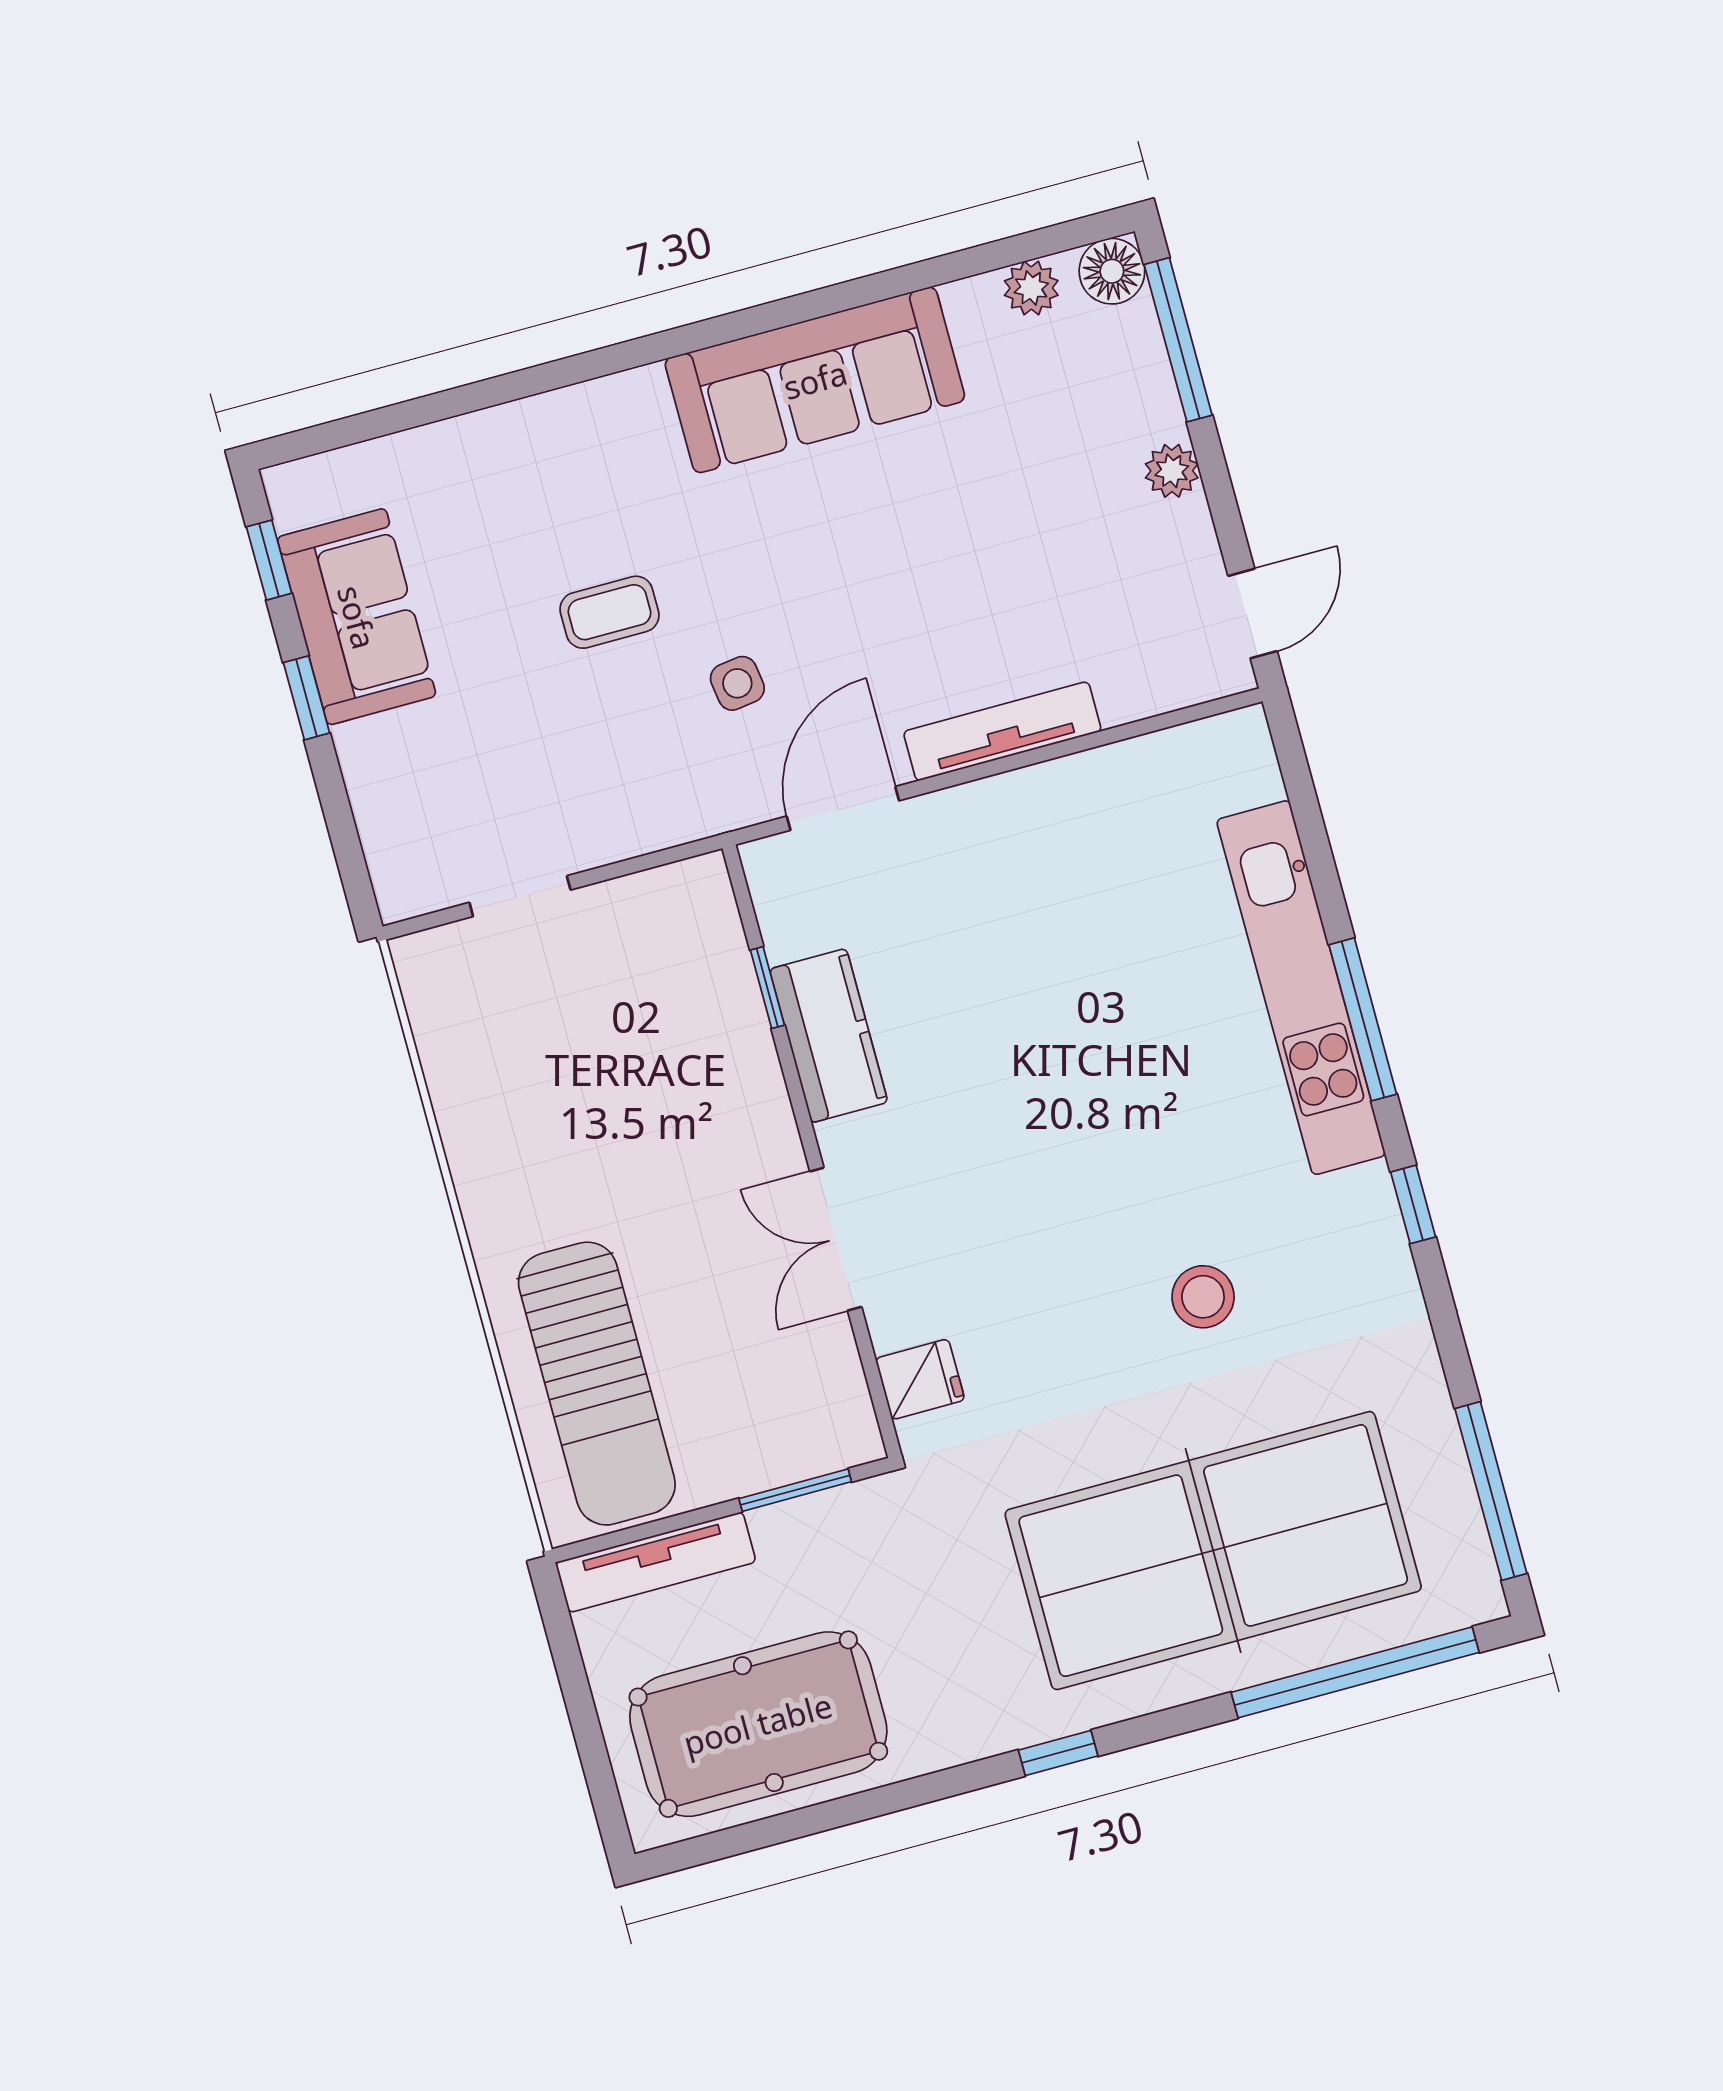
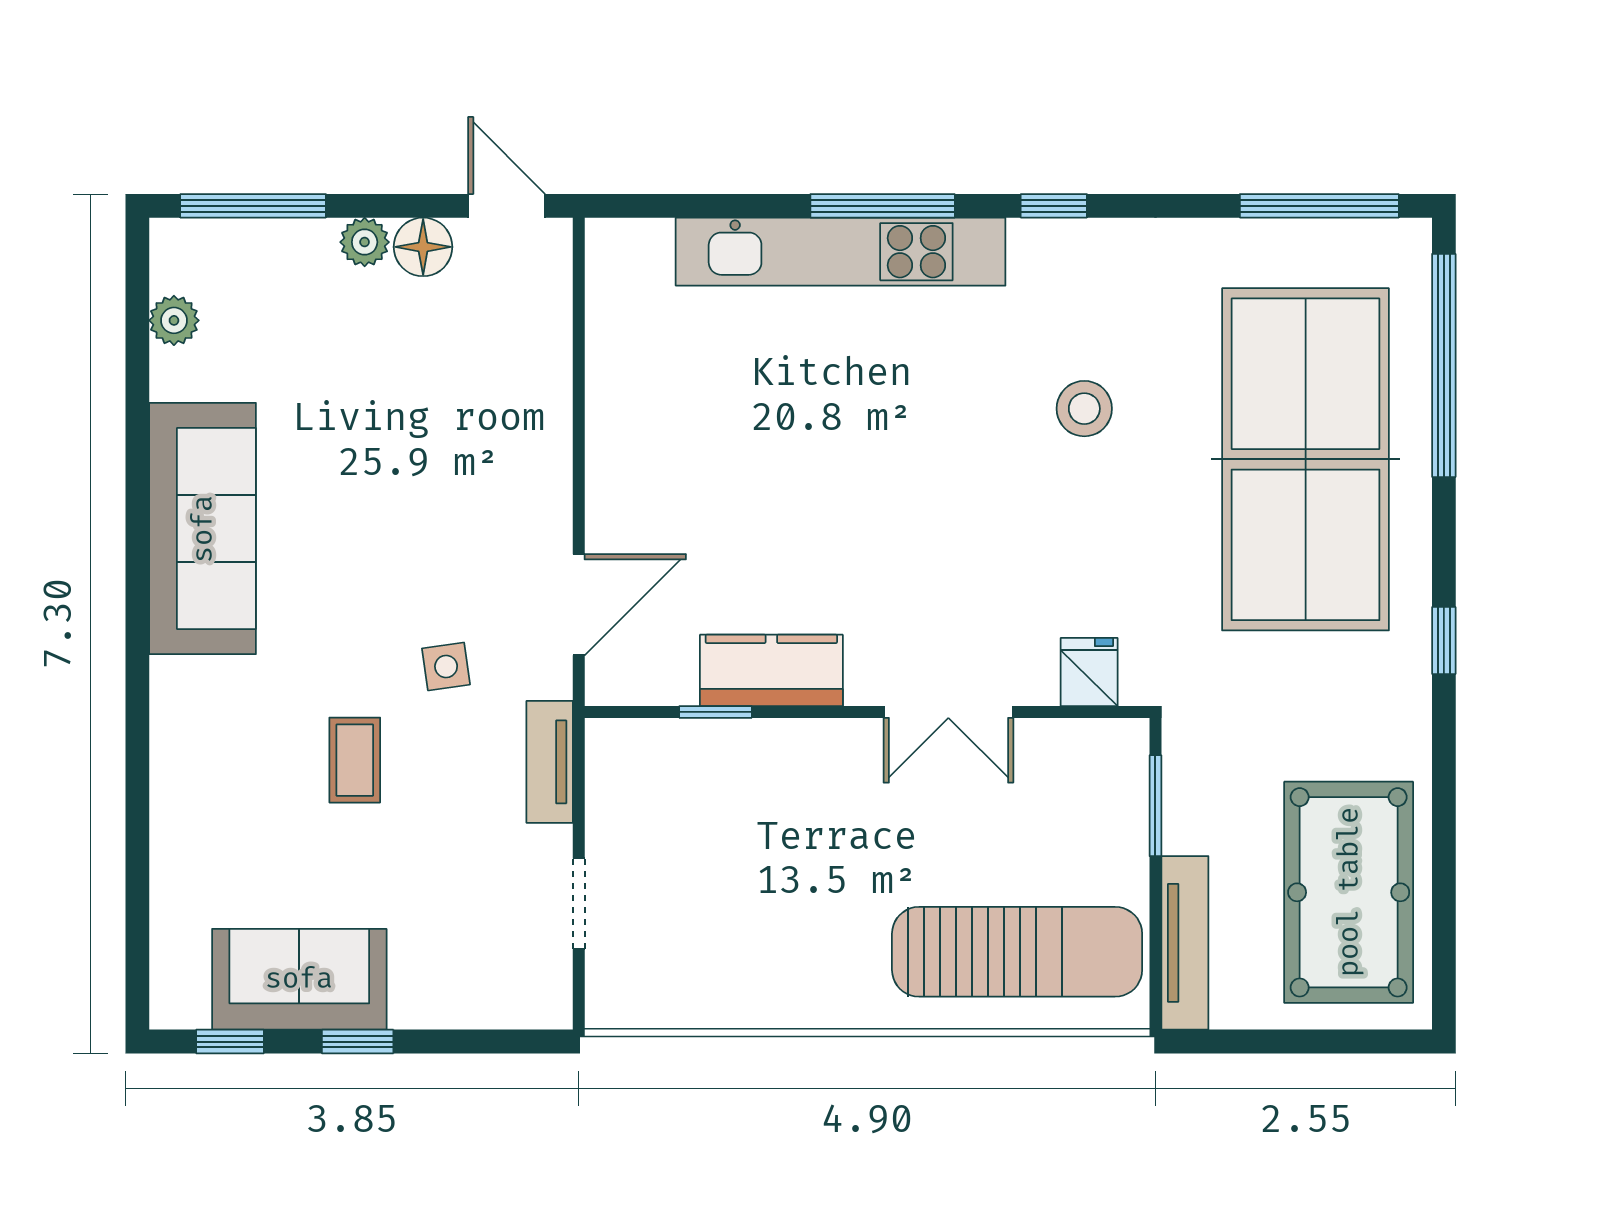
floor lamp: (1112, 271) -> (423, 247), moved
tv unit: (1002, 731) -> (550, 762), moved, width x0.71
door: (843, 808) -> (579, 605), swing flipped

